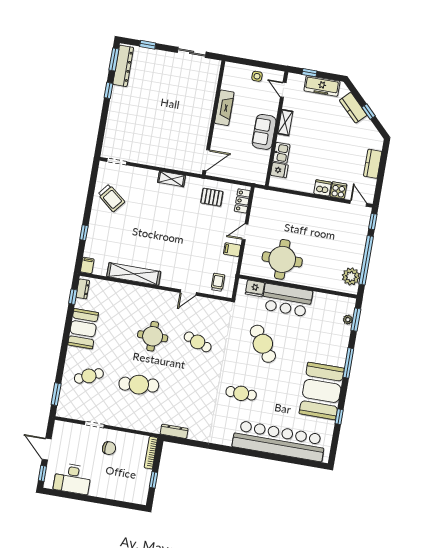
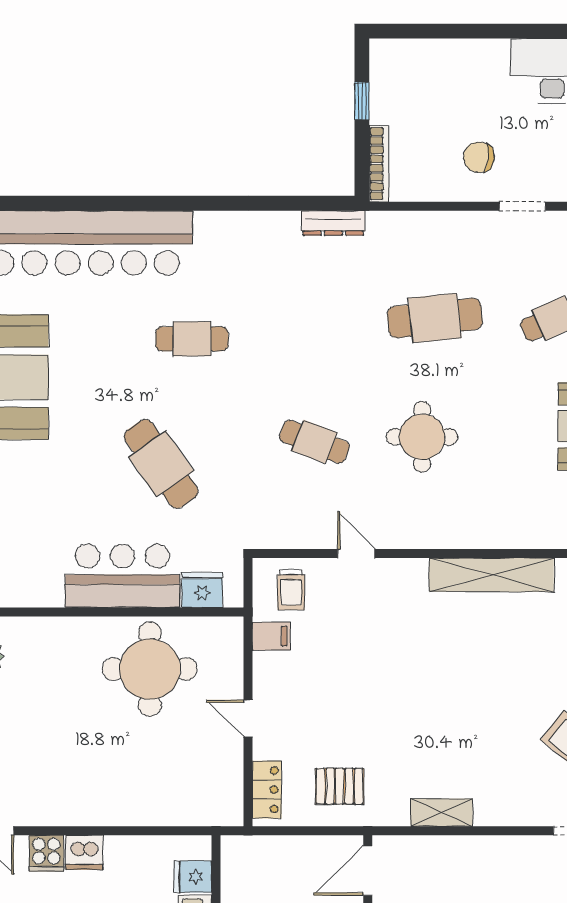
door: (245, 232) -> (248, 718), swing flipped
filing cabinet: (232, 250) -> (271, 636), moved
door: (188, 292) -> (356, 554), hinge flipped

